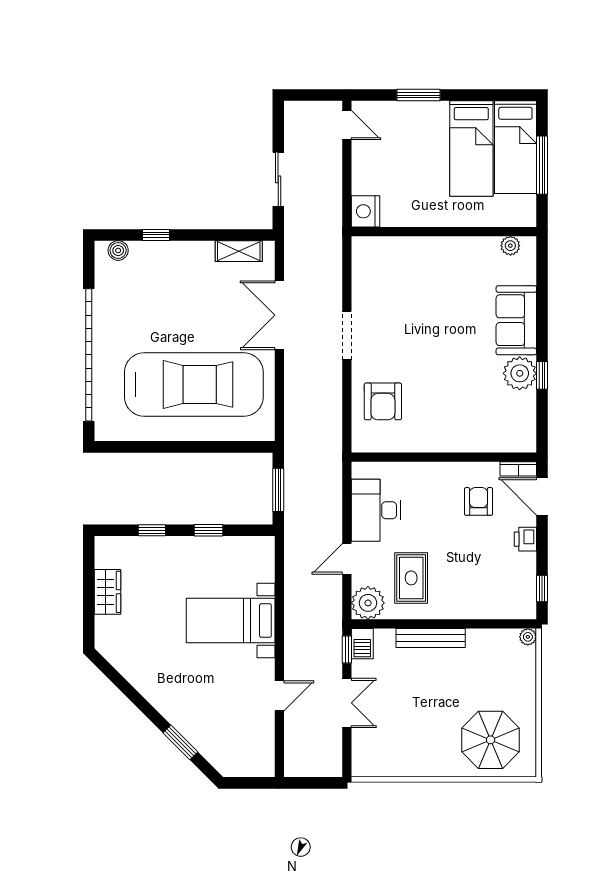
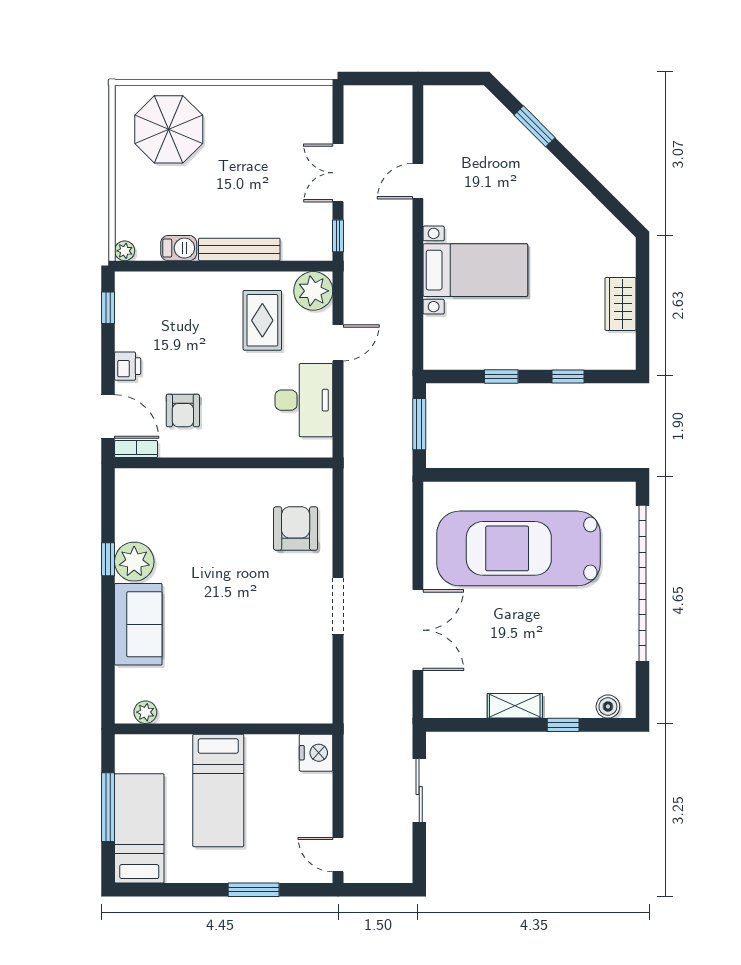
bed: (471, 149) -> (218, 791), moved, turned 180
shelving: (239, 251) -> (515, 706), moved
barbecue: (362, 644) -> (179, 248), moved, turned 90

